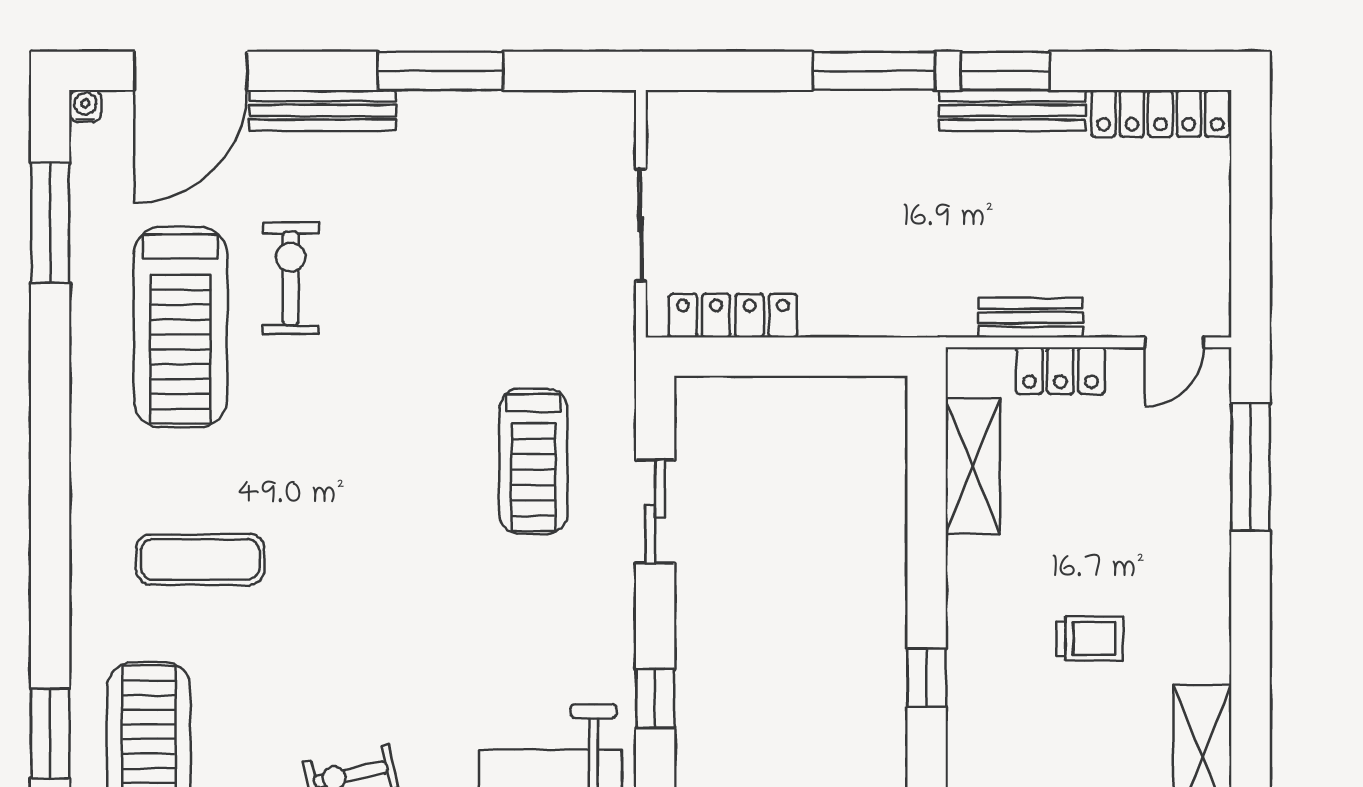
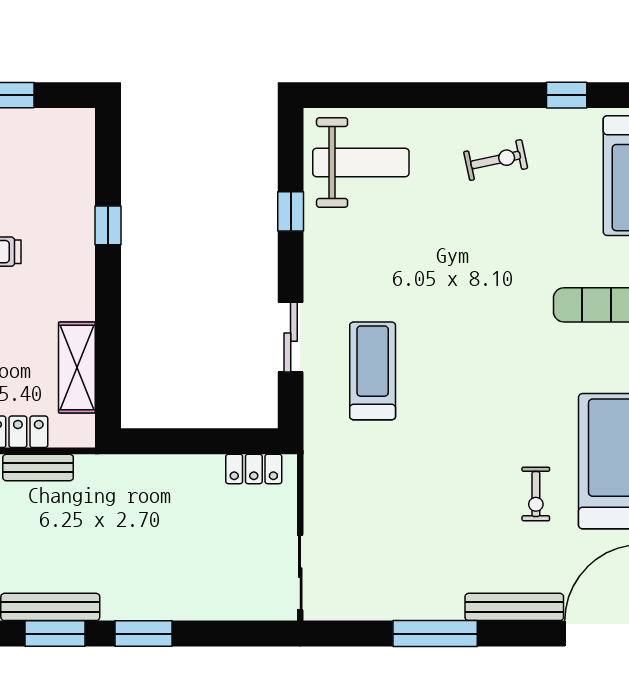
window: (874, 71) -> (143, 634), width x0.69
sliding door: (641, 225) -> (300, 573), moved
exercise bike: (291, 278) -> (536, 494), width x0.73, depth x0.72
locker: (733, 316) -> (254, 469), width x0.66

